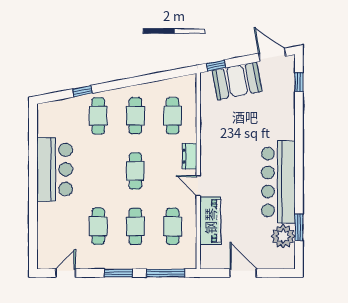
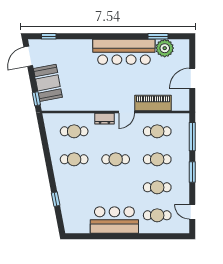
cafe table: (98, 116) -> (157, 215), moved

